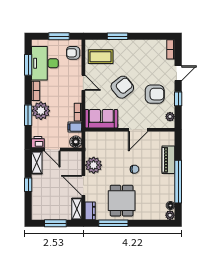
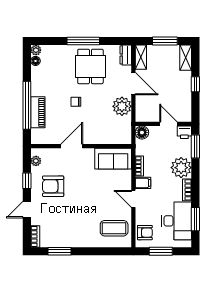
window: (117, 36) -> (60, 251), moved
armchair: (122, 87) -> (90, 194), removed
window: (28, 115) -> (195, 147), moved
filing cabinet: (75, 127) -> (143, 183), moved
shelving: (37, 163) -> (186, 58), moved
window: (178, 182) -> (27, 105), moved
window: (113, 223) -> (83, 41), moved

